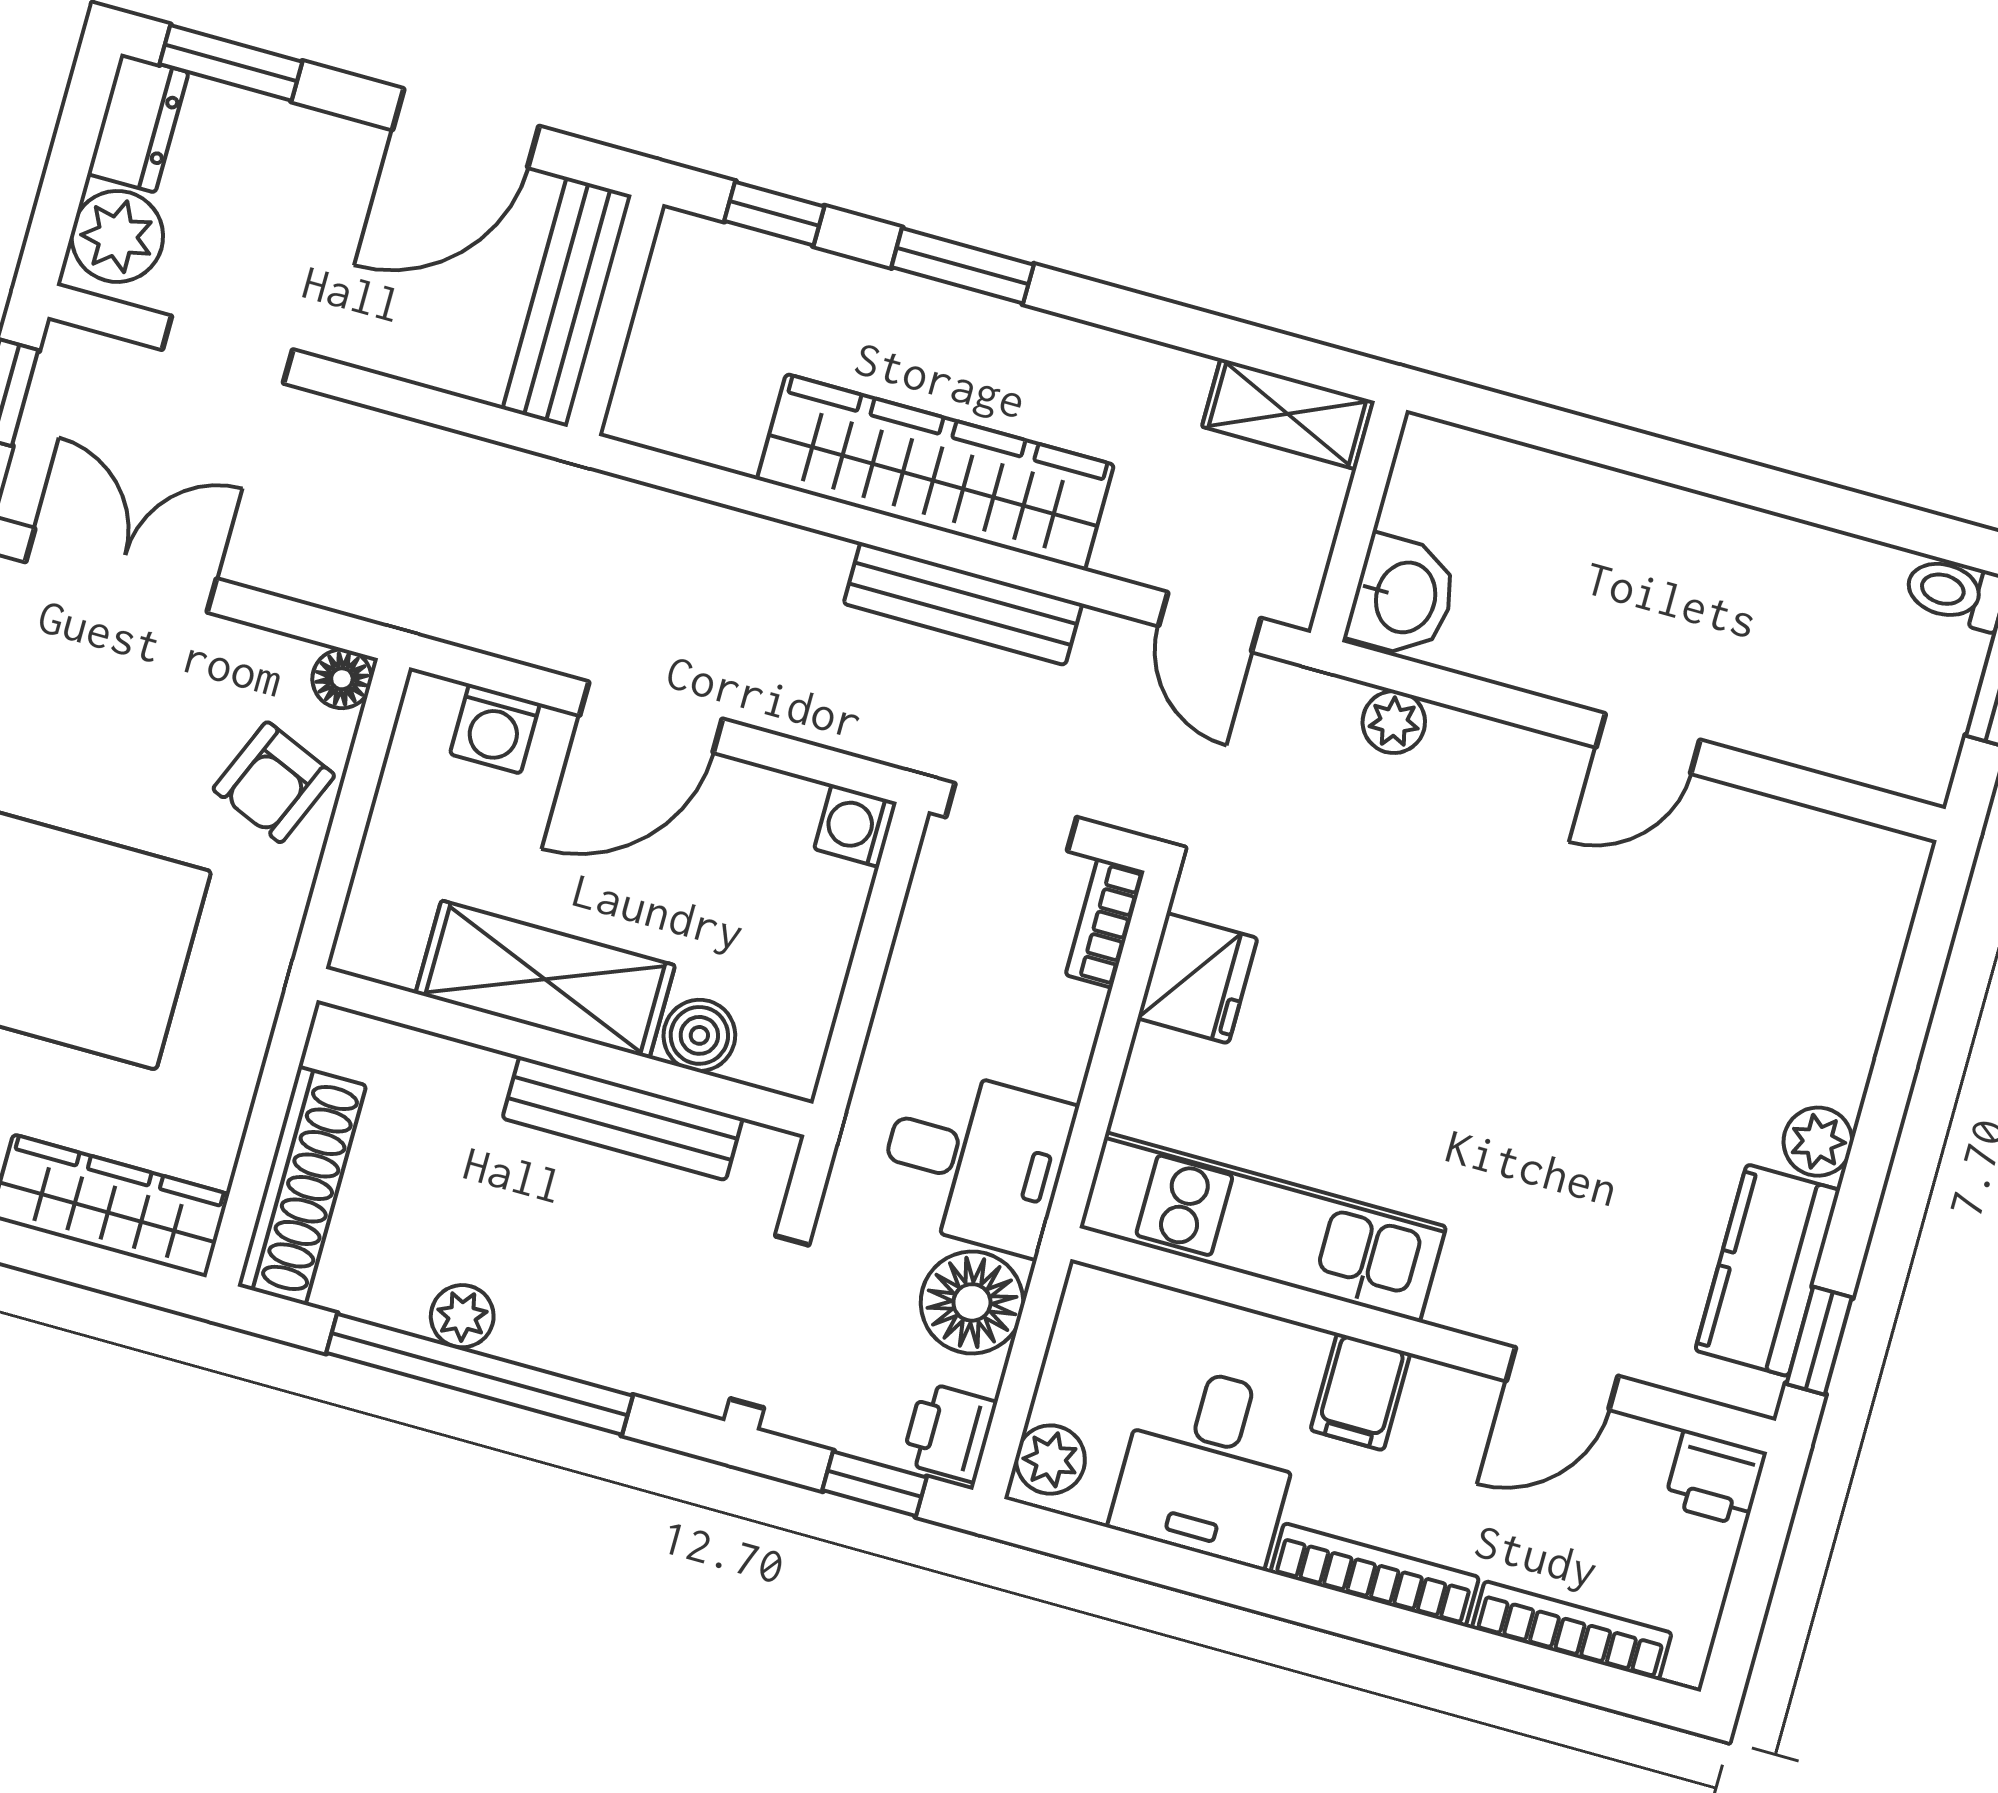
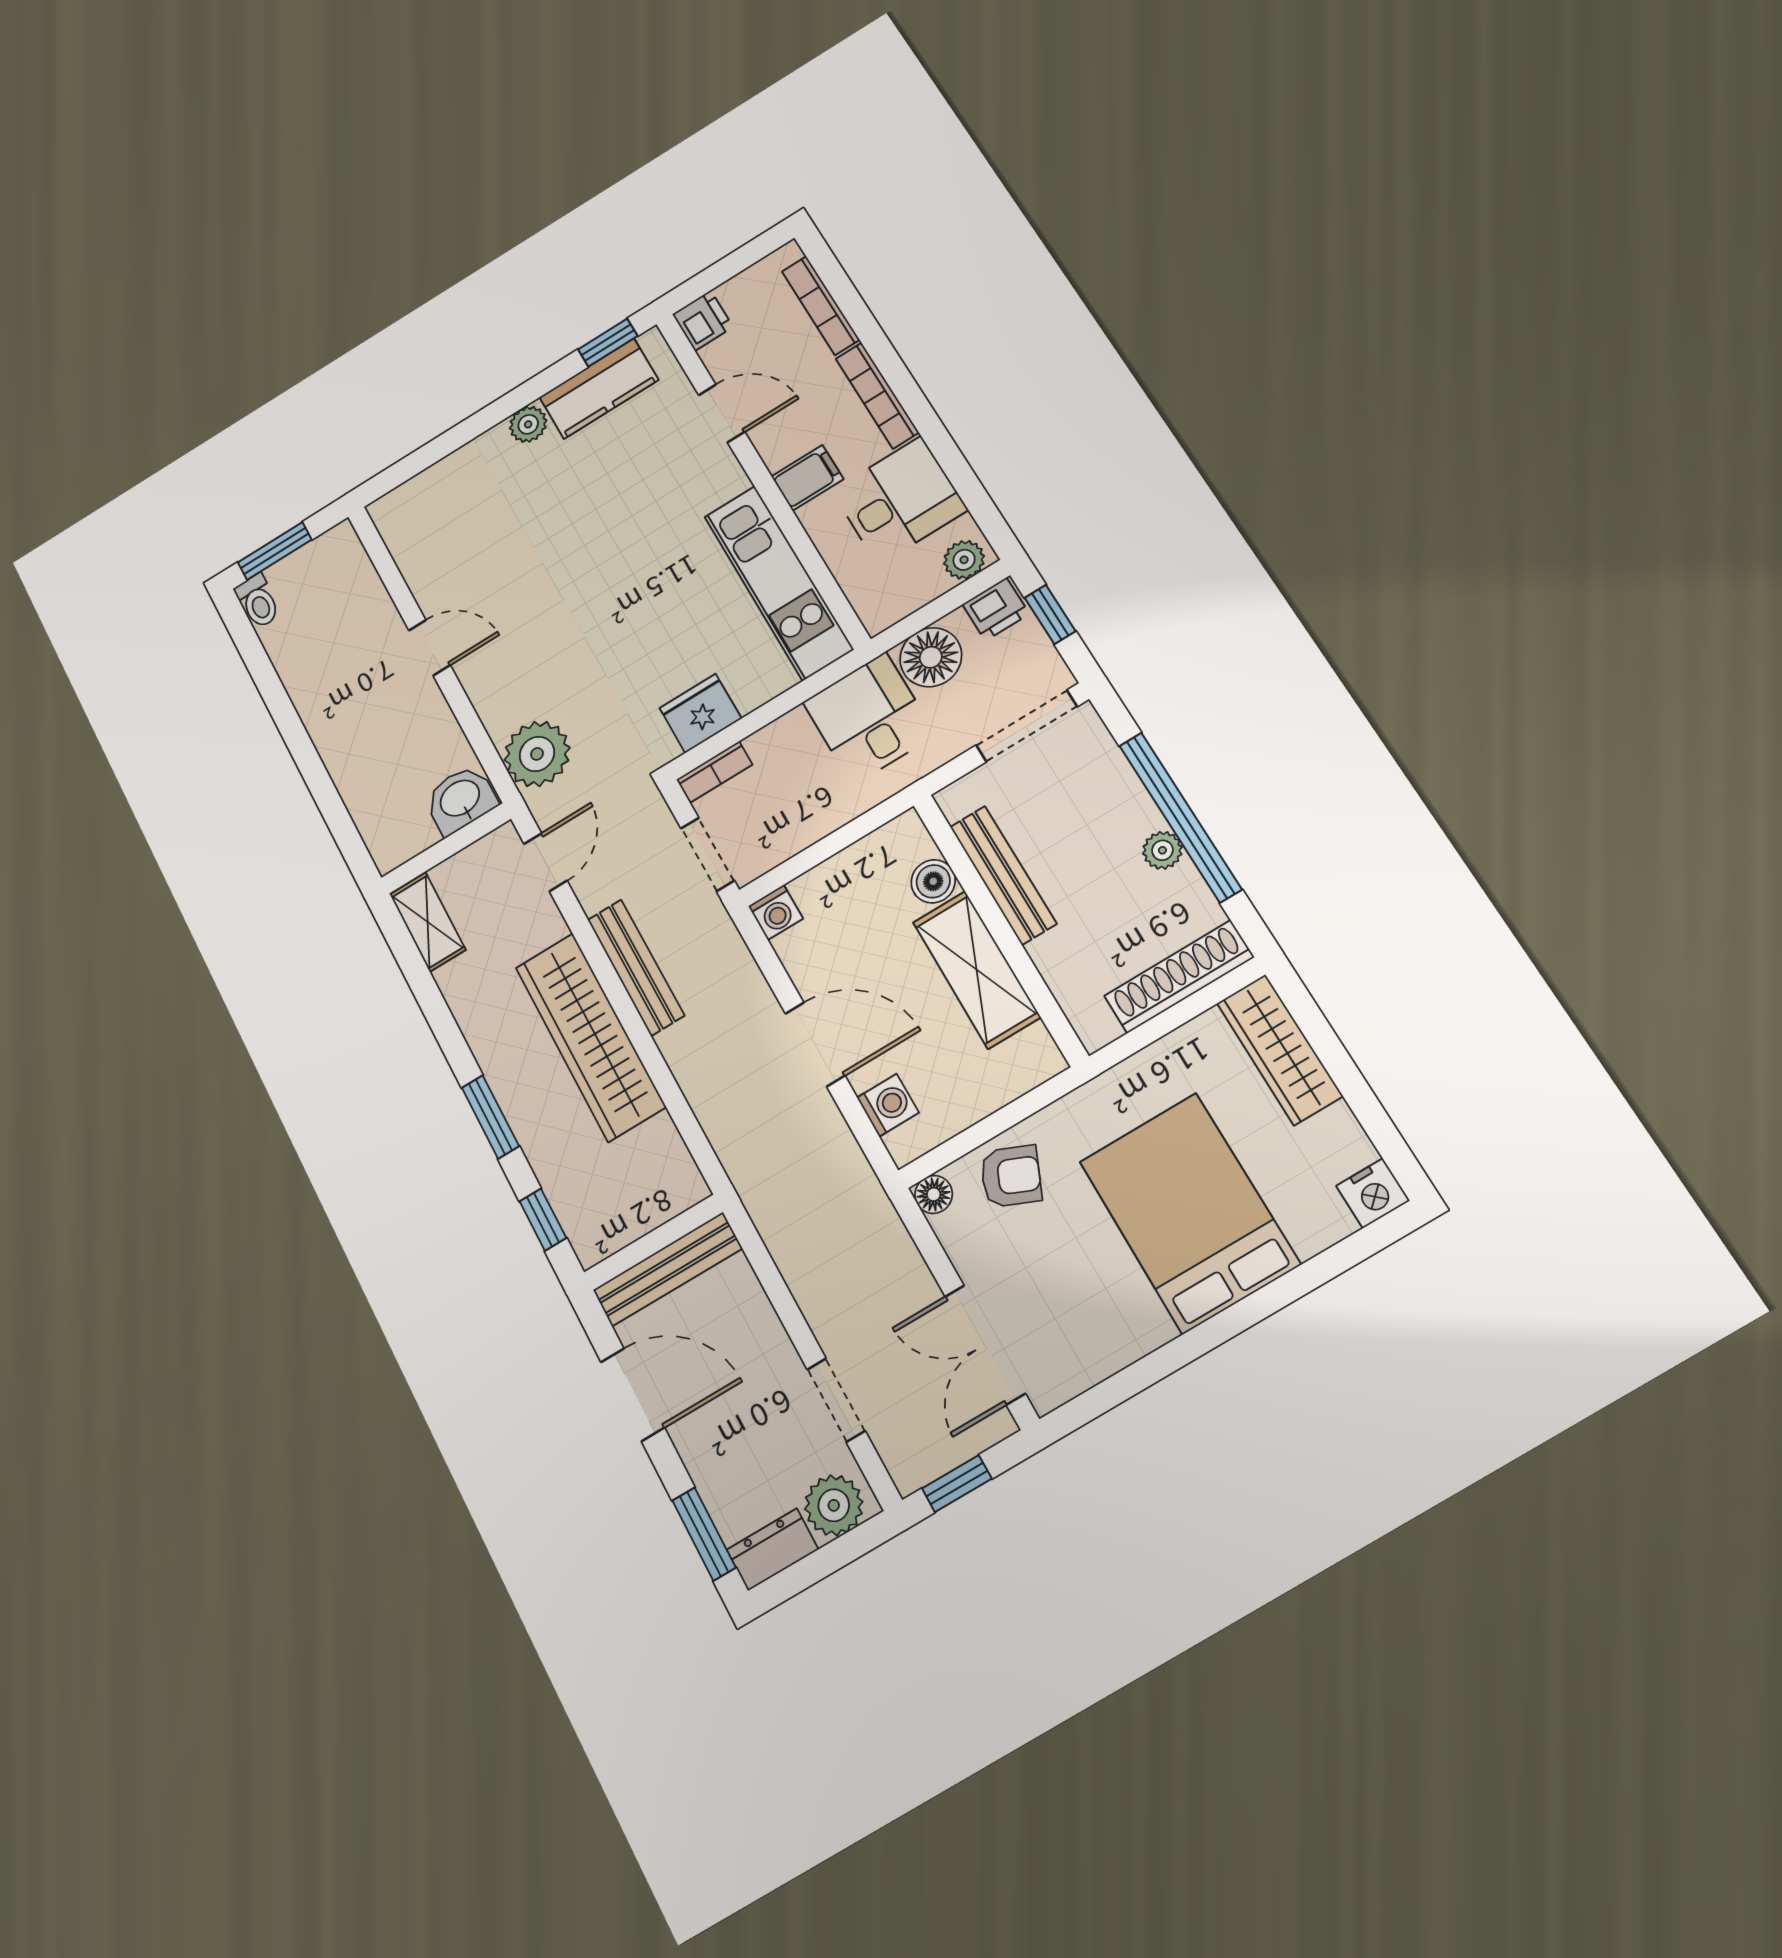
plant: (1394, 722) -> (537, 754), width x1.87, depth x1.87

